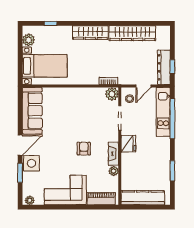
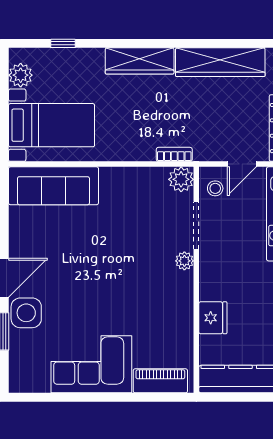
sofa: (32, 111) -> (53, 186), moved, turned 90
fridge: (128, 144) -> (213, 318), moved
armchair: (84, 149) -> (127, 284), removed
fireplace: (113, 154) -> (184, 294), removed
plant: (114, 171) -> (184, 261), moved
plant: (30, 200) -> (23, 384), removed

